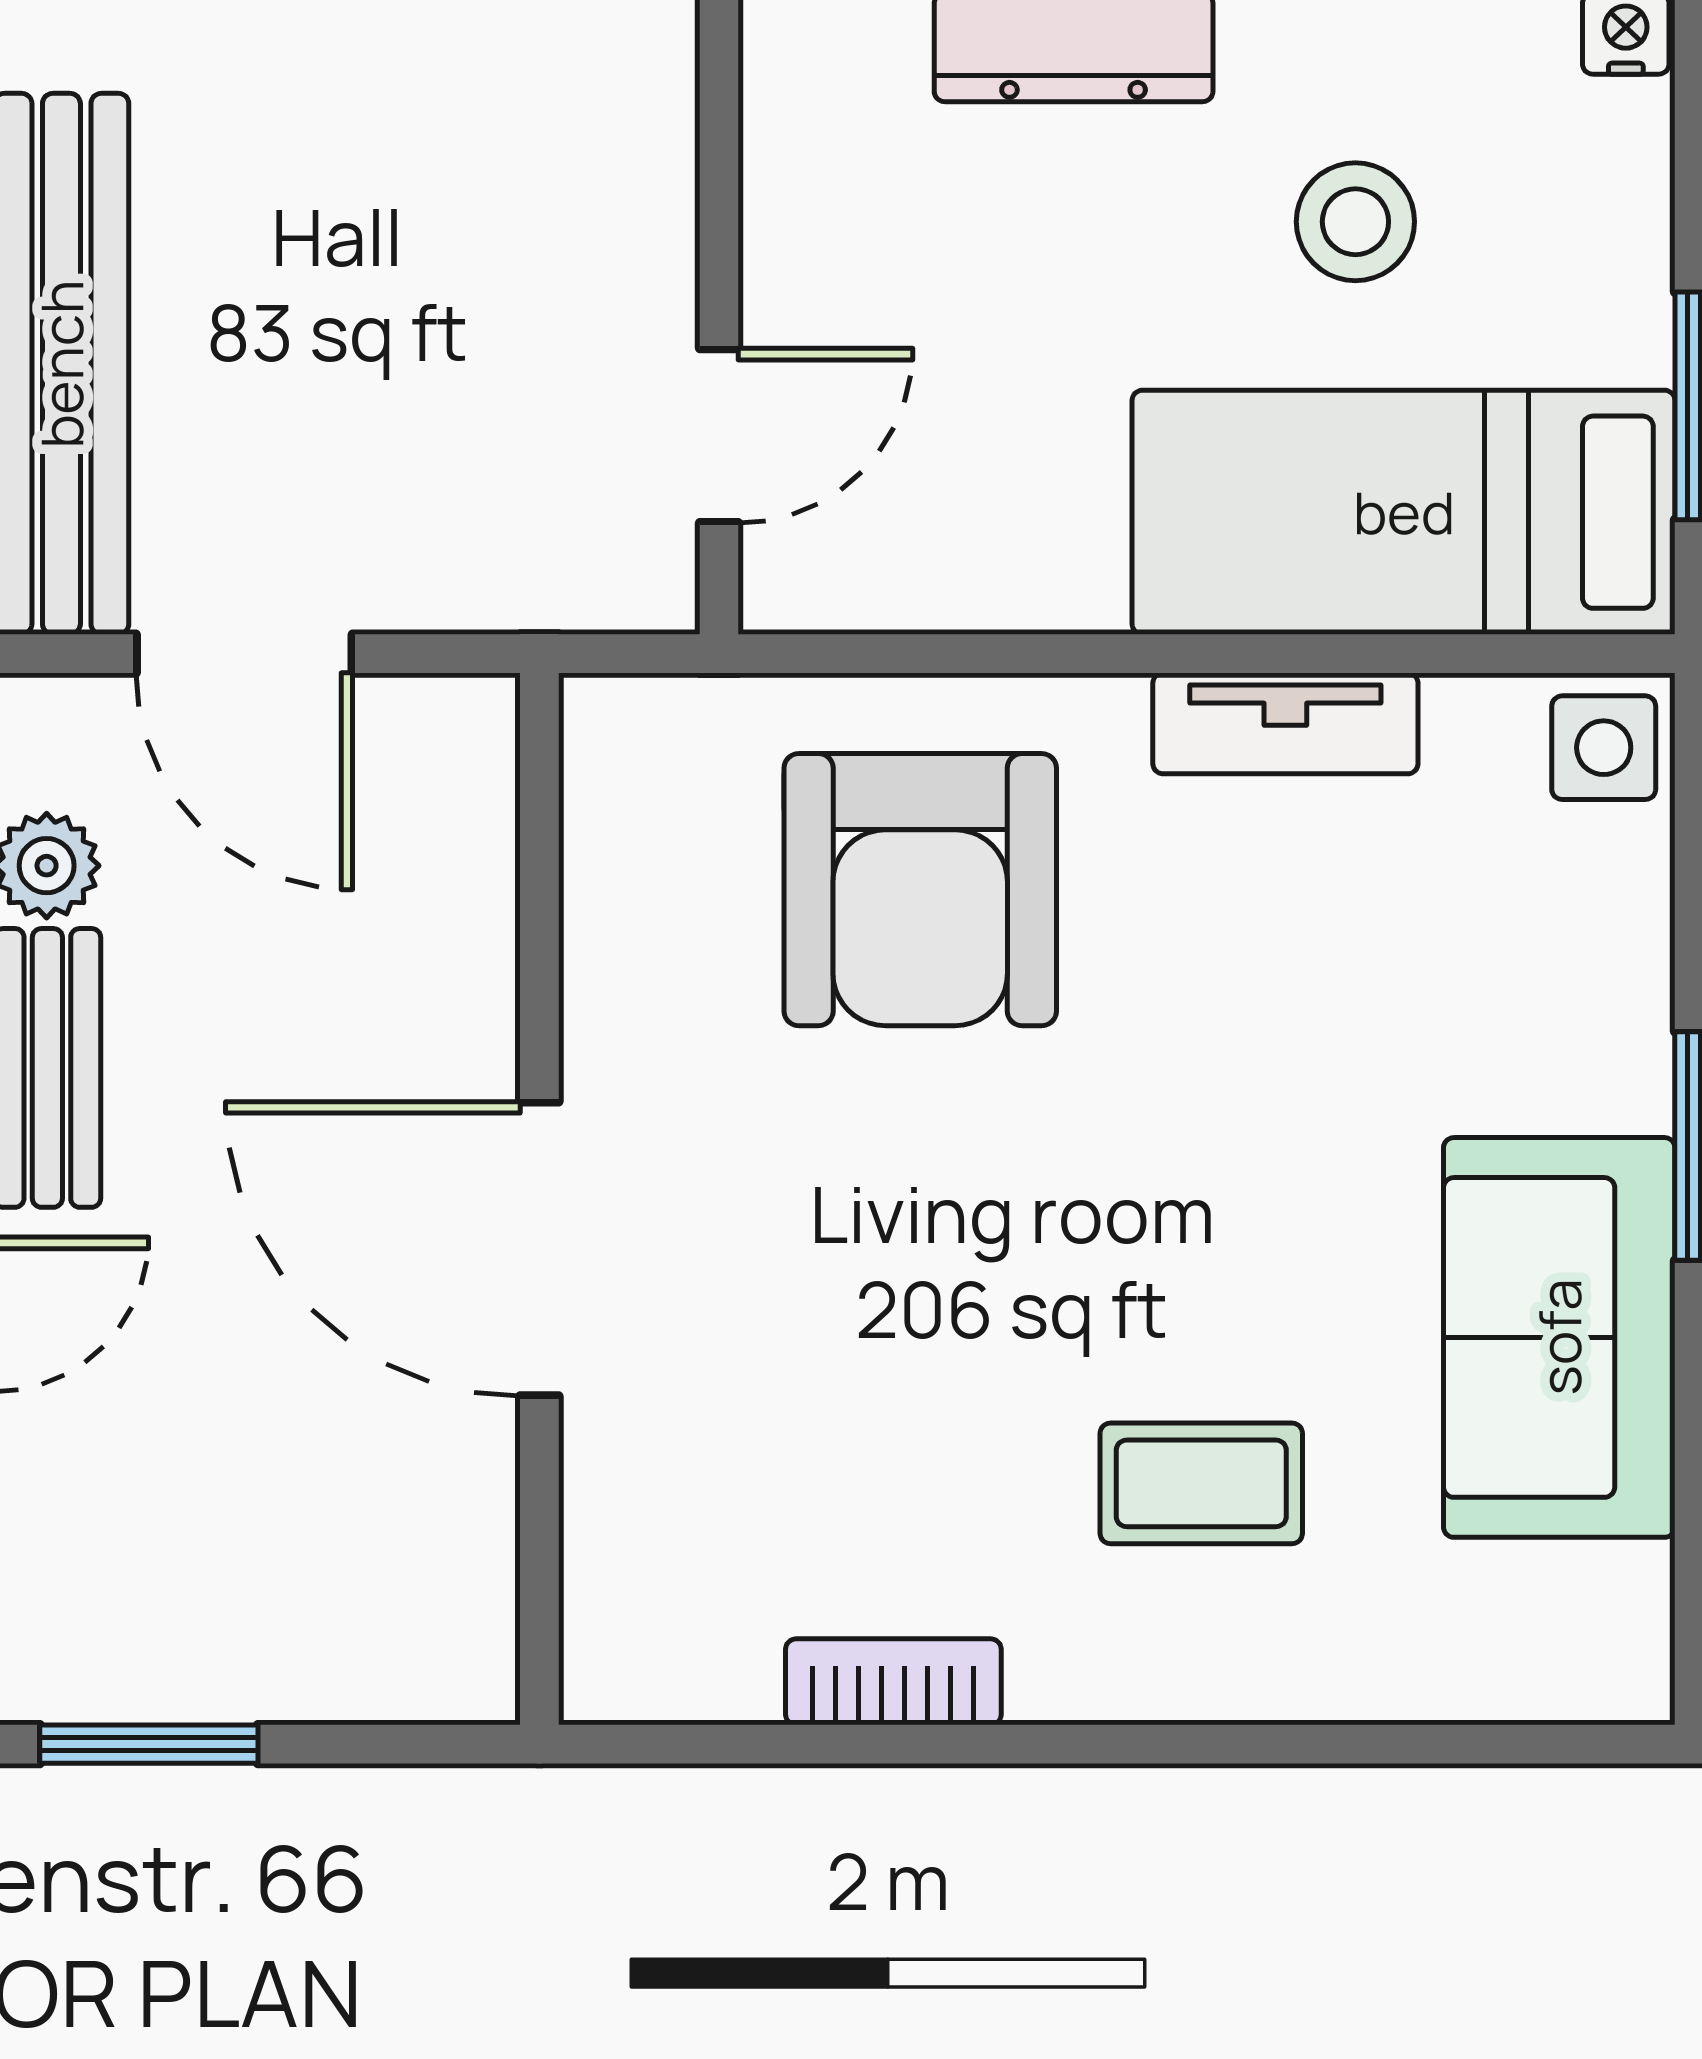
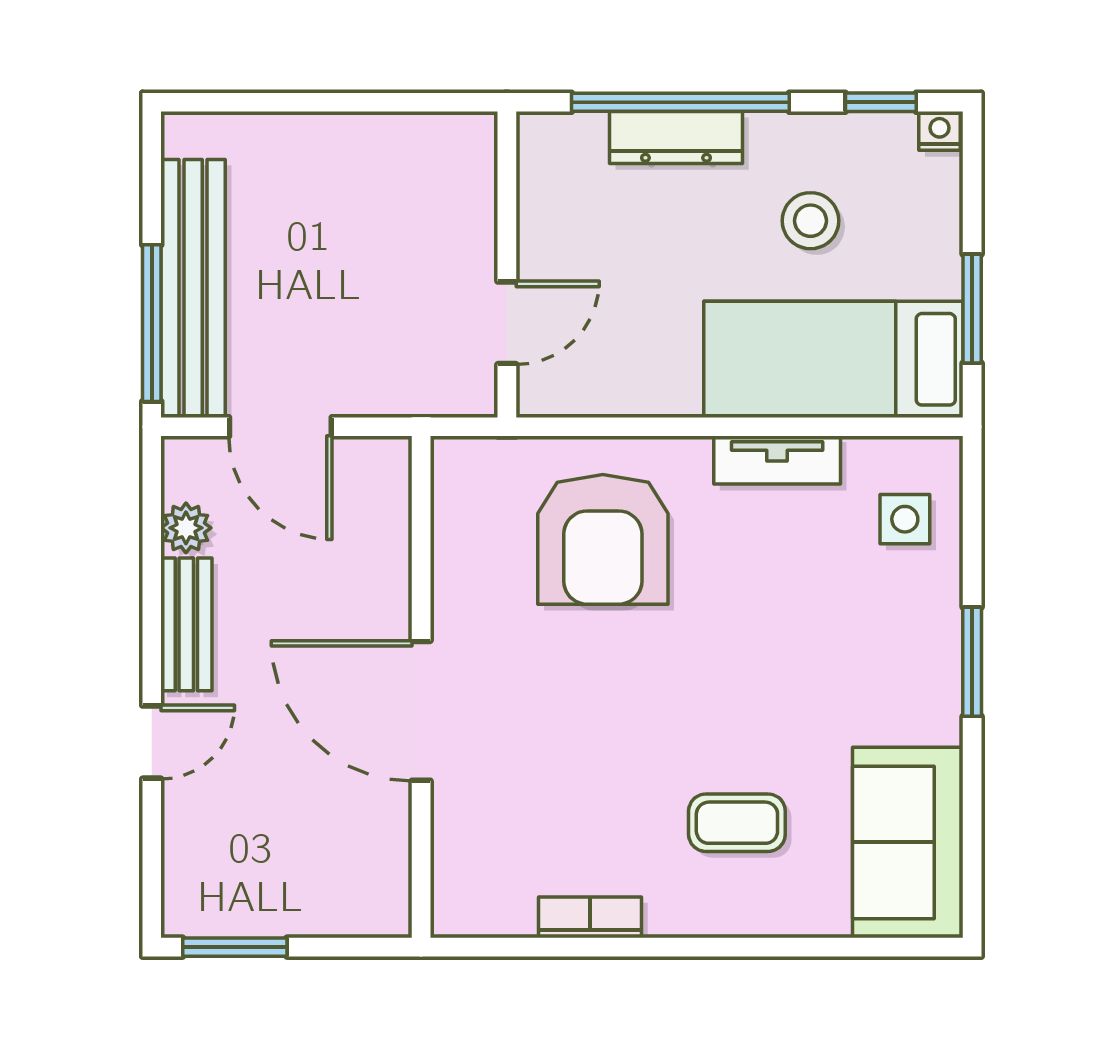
side table: (1604, 748) -> (905, 519), moved
sofa: (1559, 1337) -> (908, 842), moved

